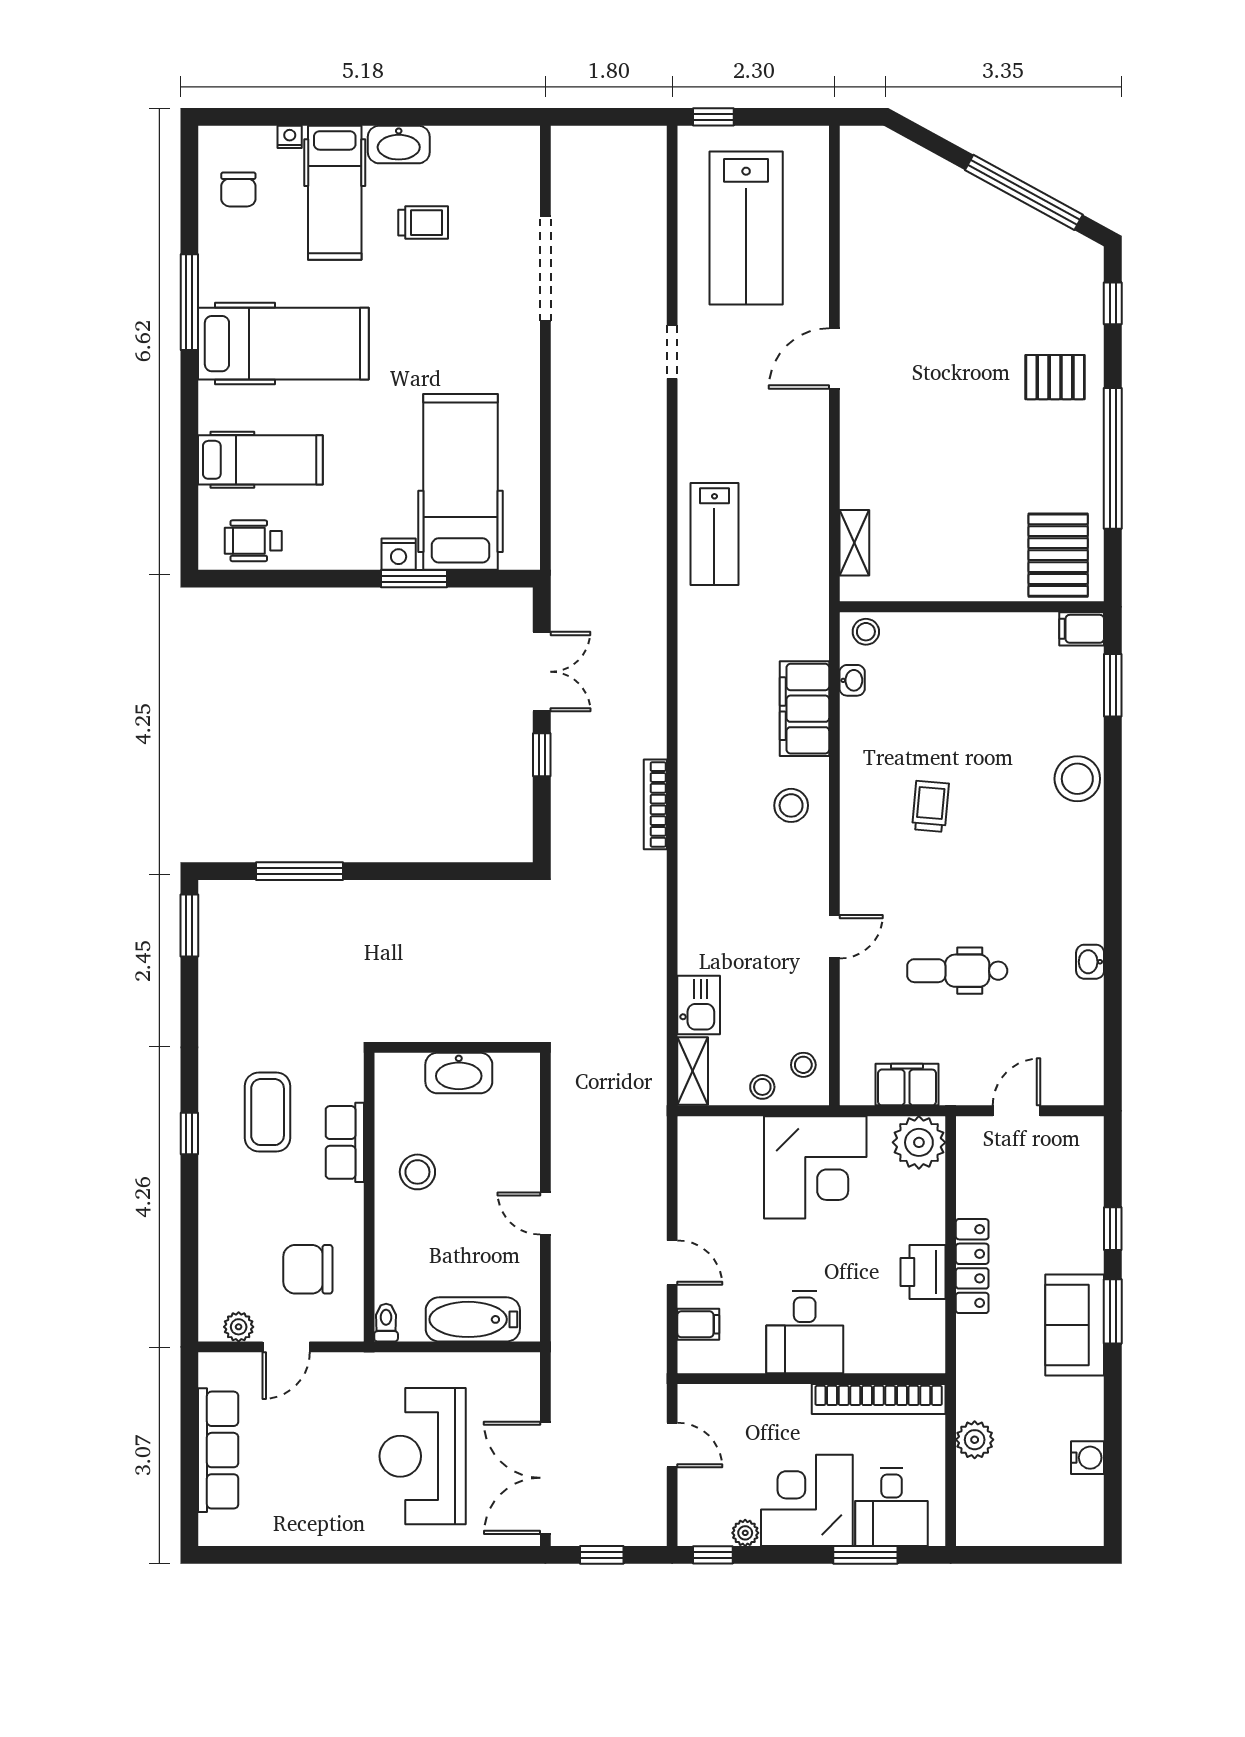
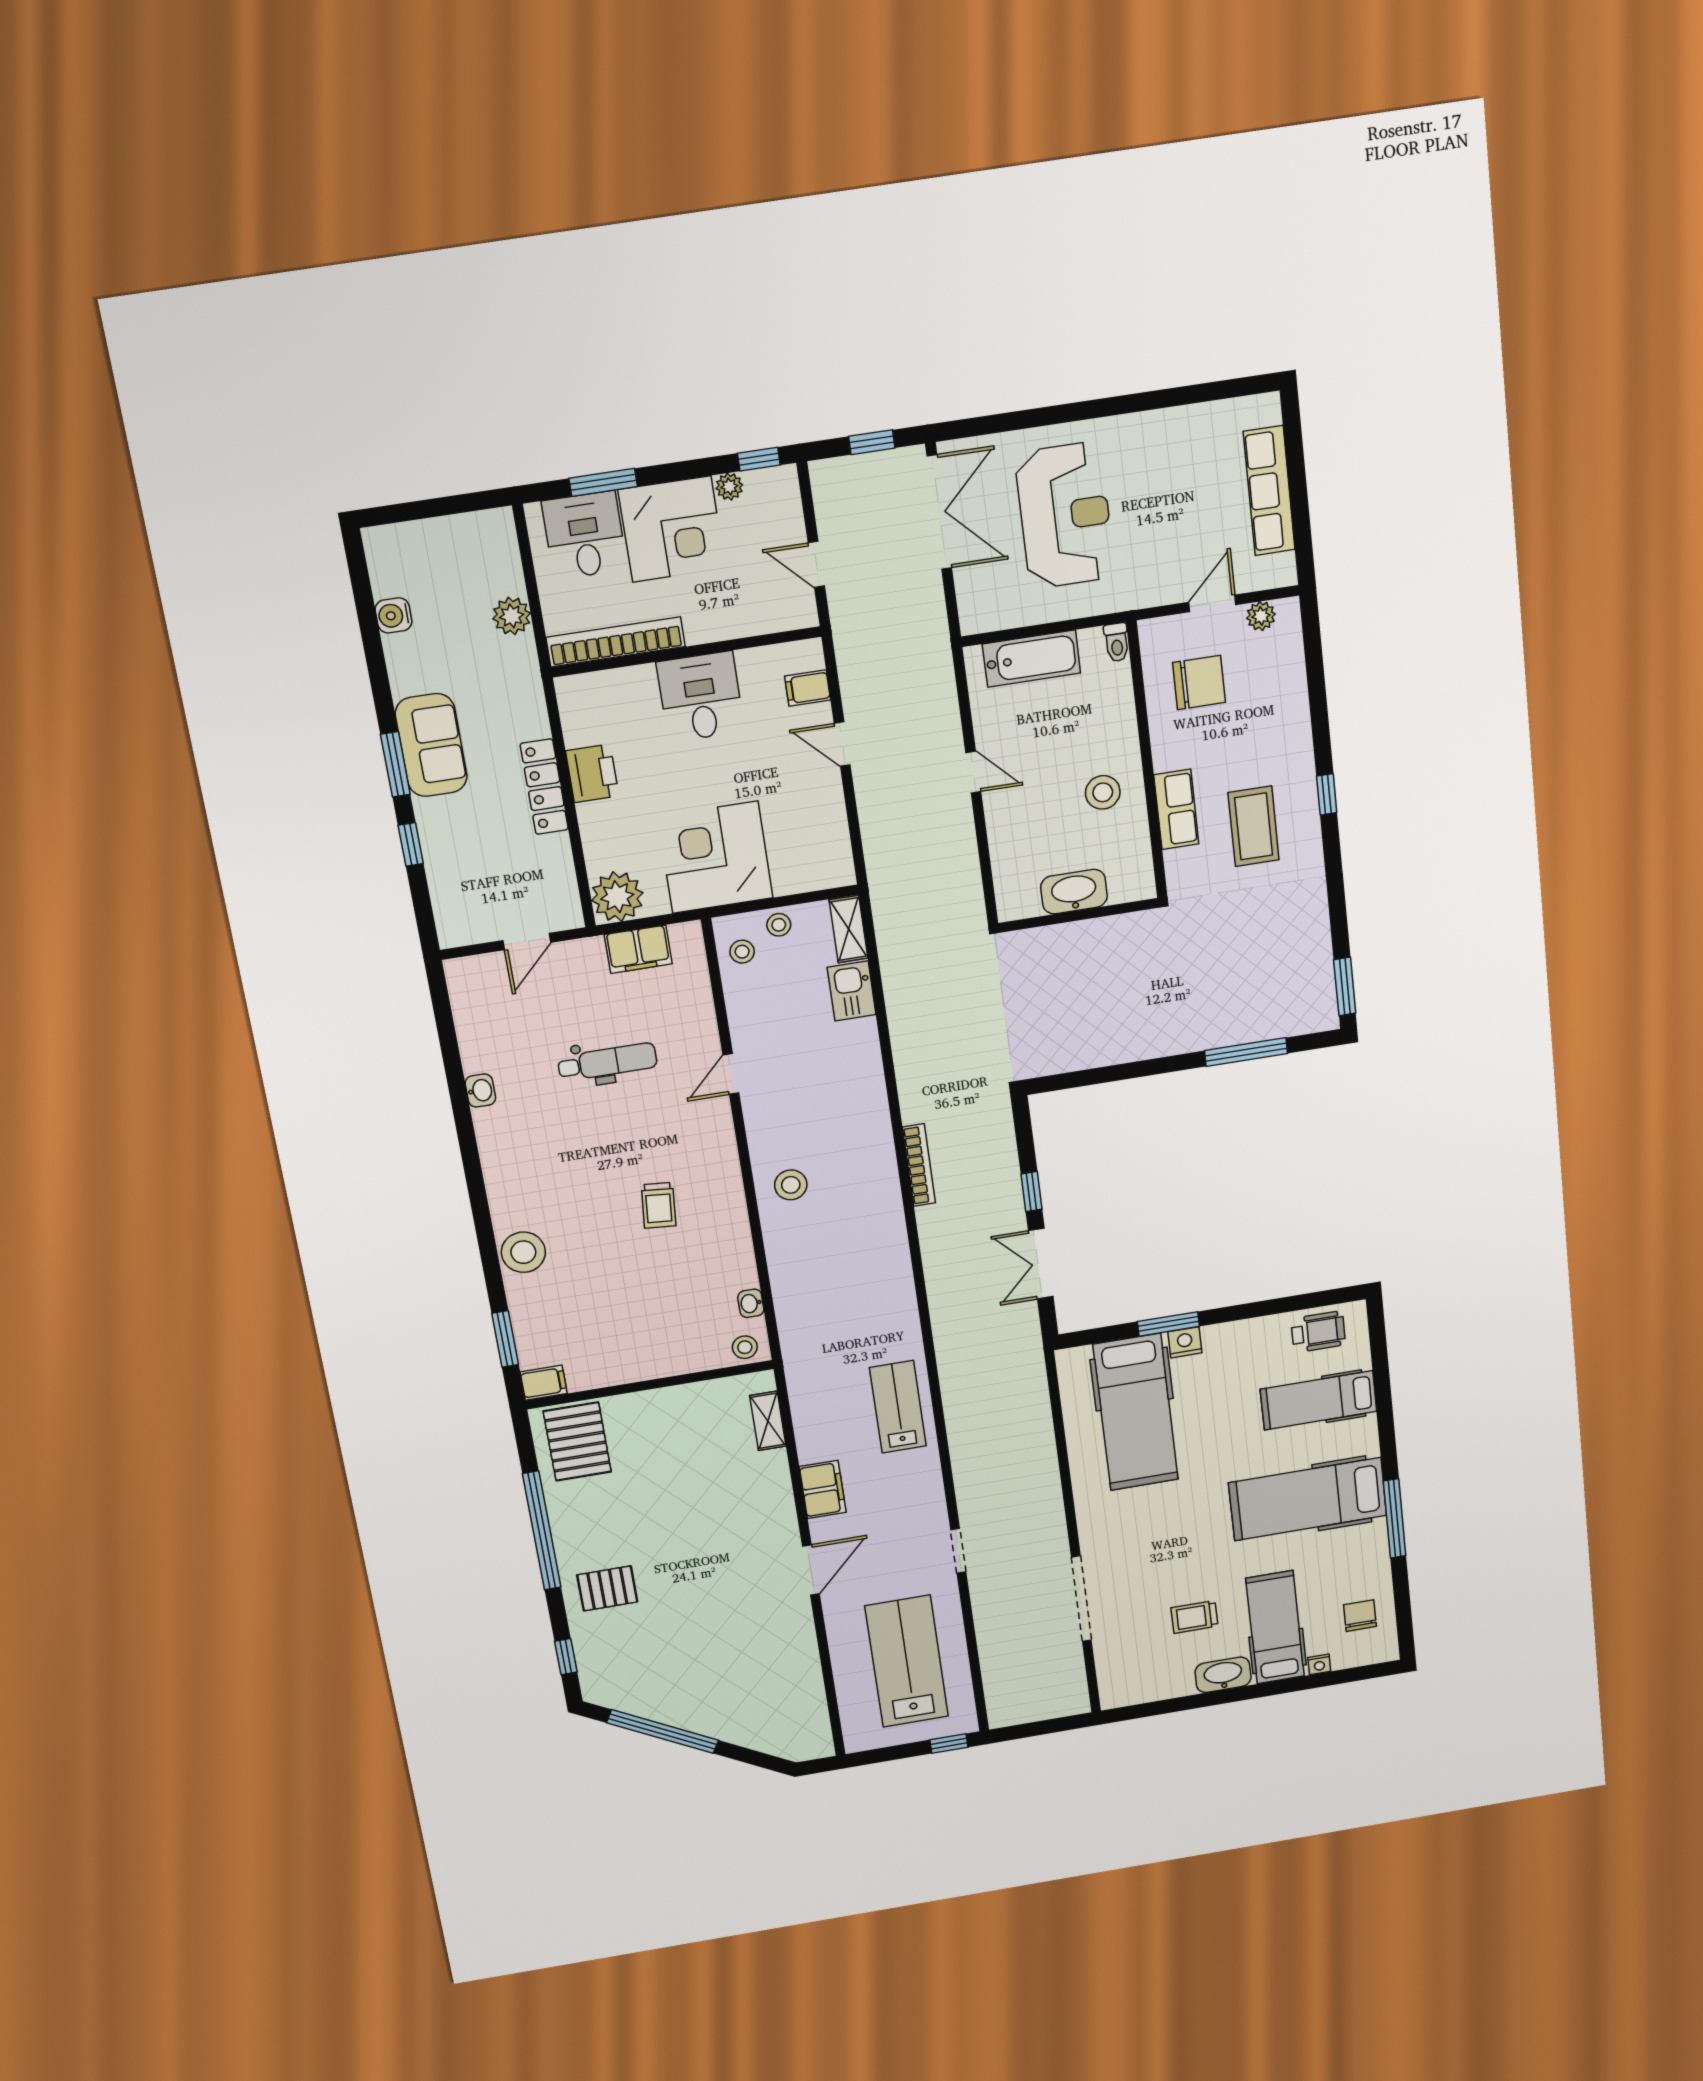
filing cabinet: (804, 709) -> (823, 1489), moved, width x0.67, depth x0.86

